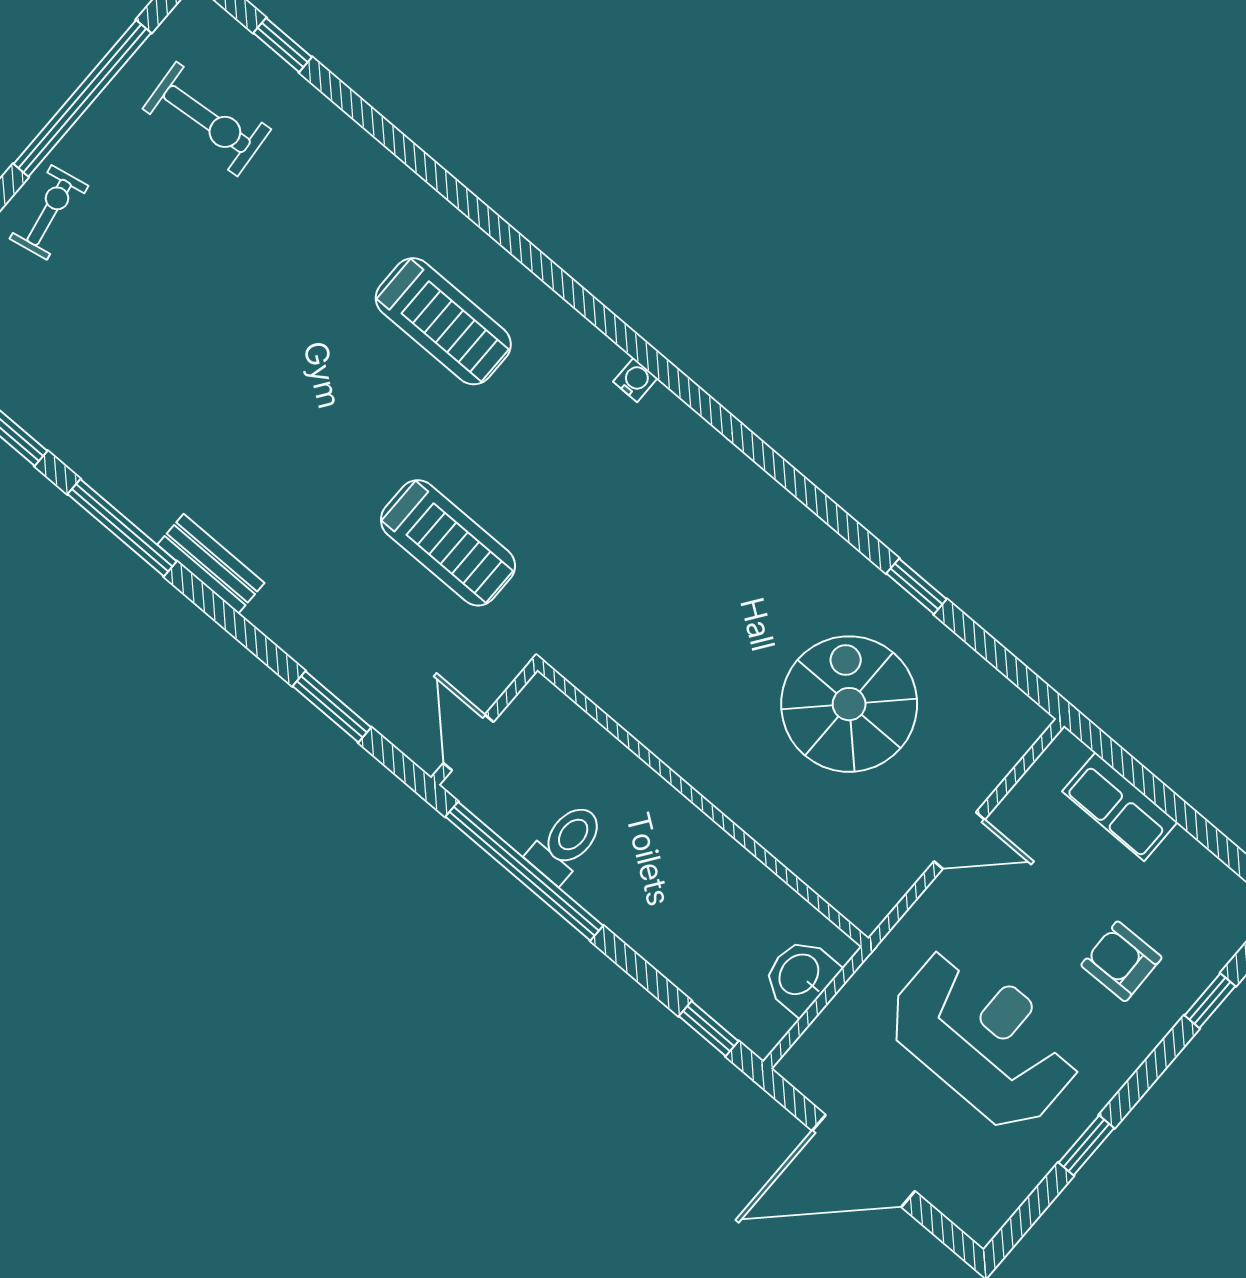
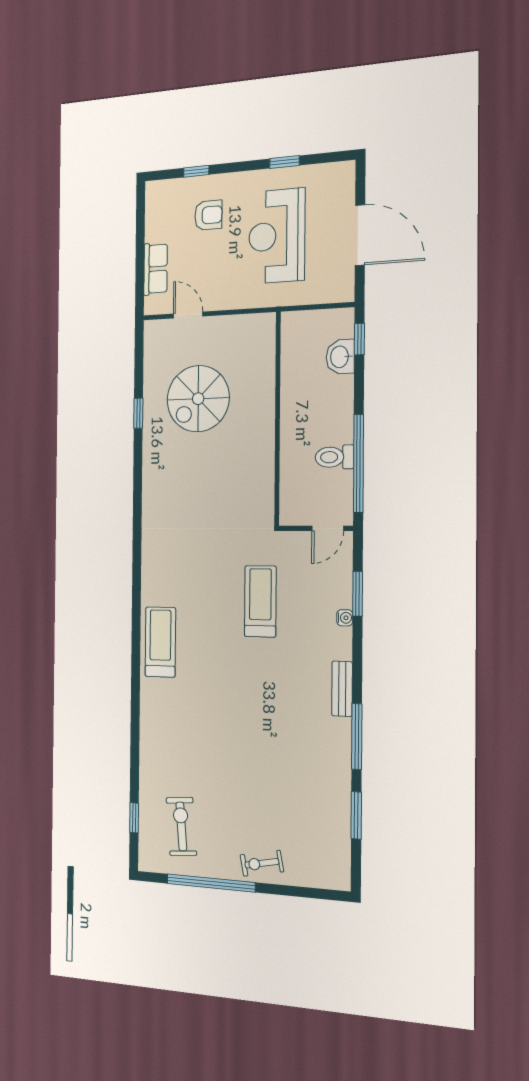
treadmill: (443, 321) -> (160, 642), moved
water cooler: (635, 380) -> (345, 618), moved, turned 180
door: (959, 840) -> (188, 315), moved
armchair: (1121, 961) -> (208, 215), turned -89
washbasin: (800, 975) -> (340, 357), moved, turned 90

